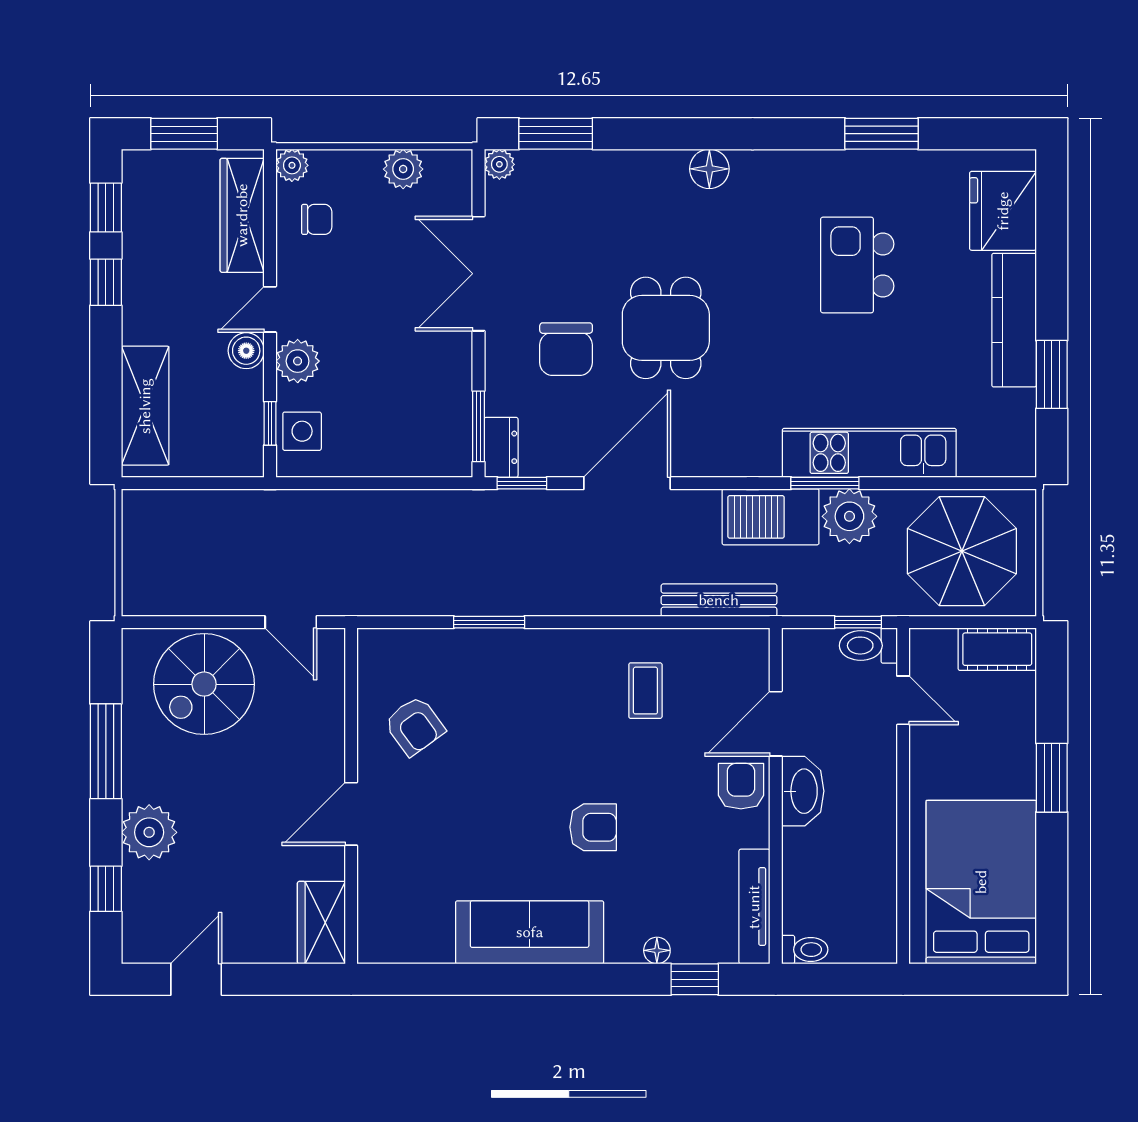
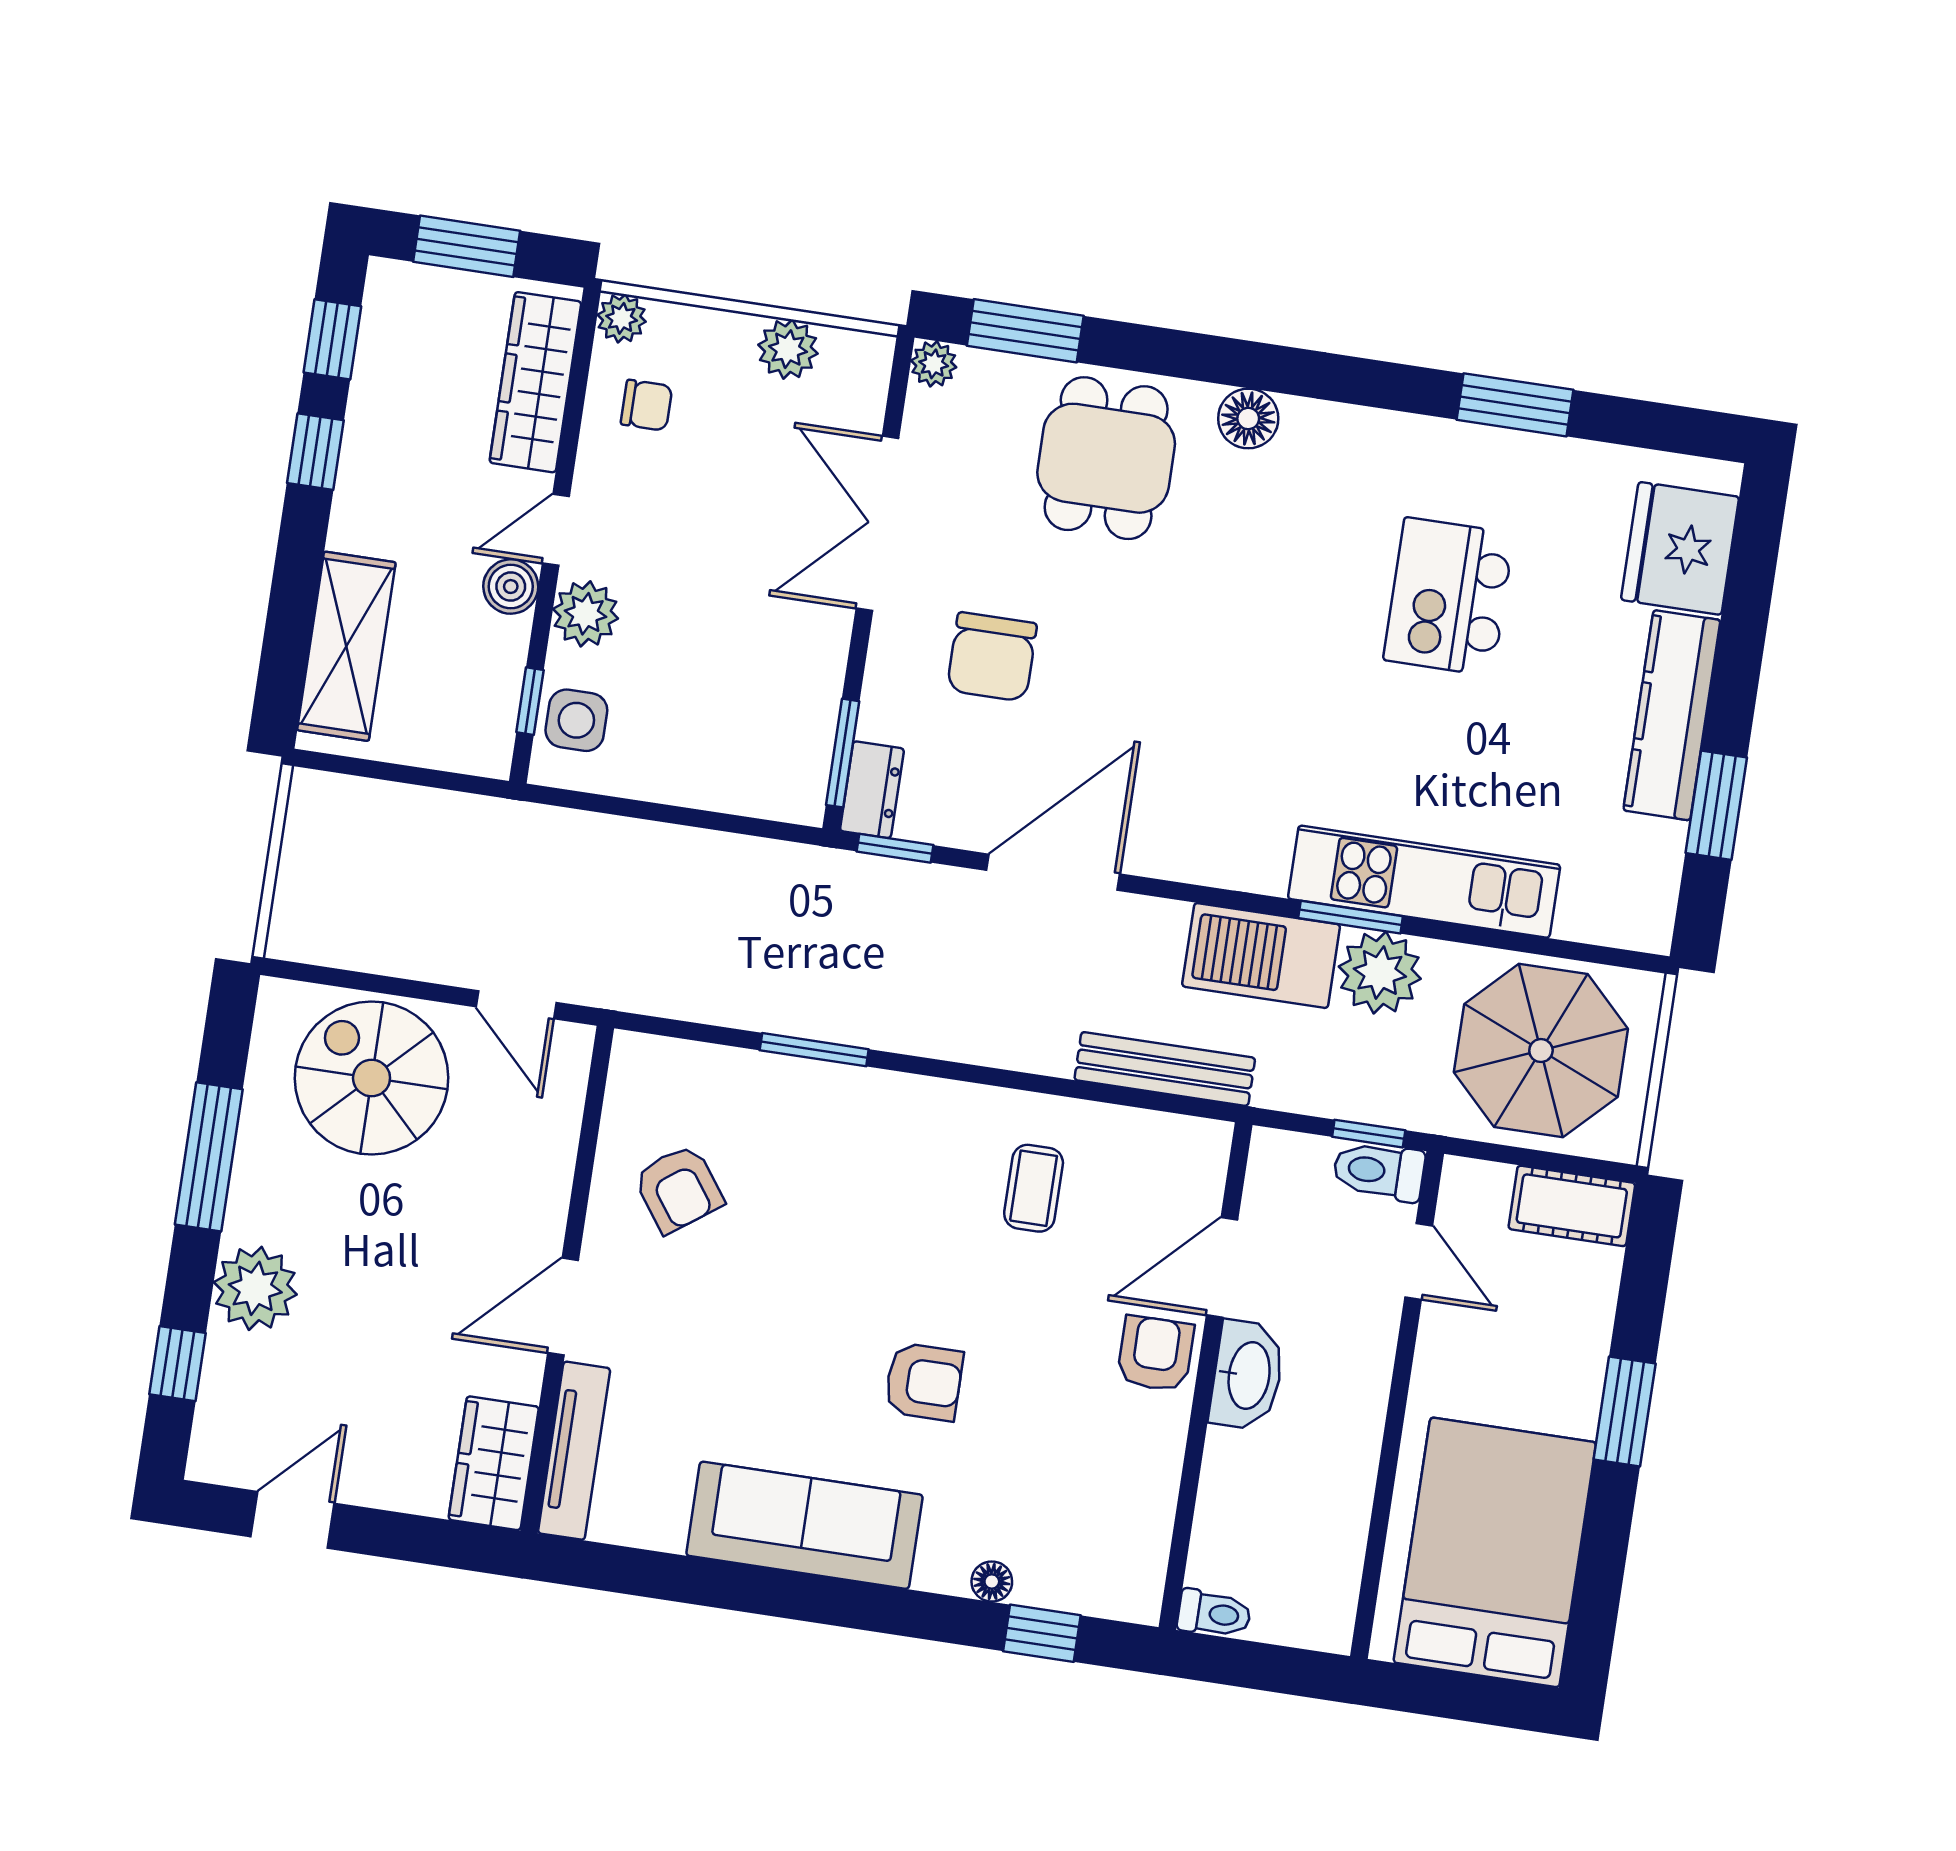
dining table: (666, 328) -> (1106, 458), moved
spiral stairs: (204, 684) -> (372, 1078), turned 90
tv unit: (754, 907) -> (574, 1451), moved, turned 180

